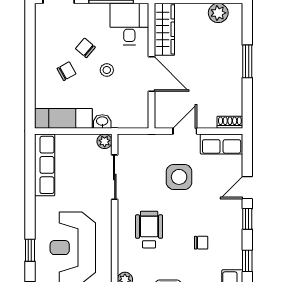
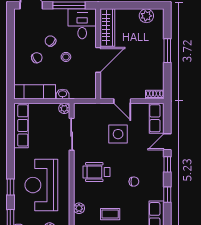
door: (151, 74) -> (98, 60), hinge flipped
door: (185, 131) -> (122, 101), swing flipped
row of seats: (222, 144) -> (157, 118), moved, turned 90
wheelchair: (149, 230) -> (96, 172), turned -90

